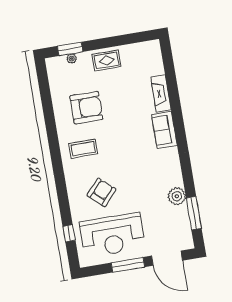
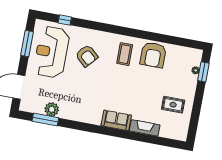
rug: (107, 60) -> (173, 105), moved, turned 90
armchair: (86, 108) -> (153, 55), moved
plant: (177, 196) -> (52, 109), moved
window: (128, 265) -> (27, 43), moved

